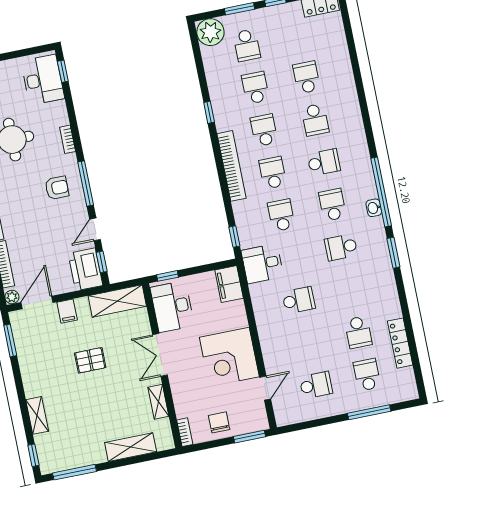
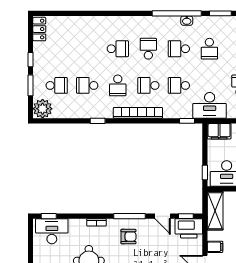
school desk: (306, 77) -> (87, 49), removed
school desk: (264, 130) -> (118, 85), turned -90
armchair: (57, 188) -> (128, 237), turned 90
desk: (262, 264) -> (210, 105), width x1.37

